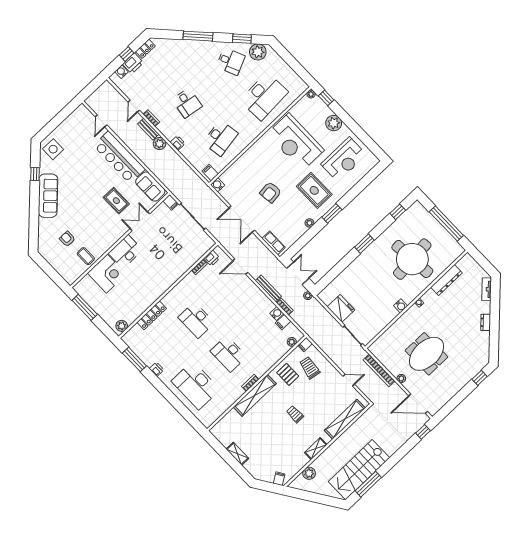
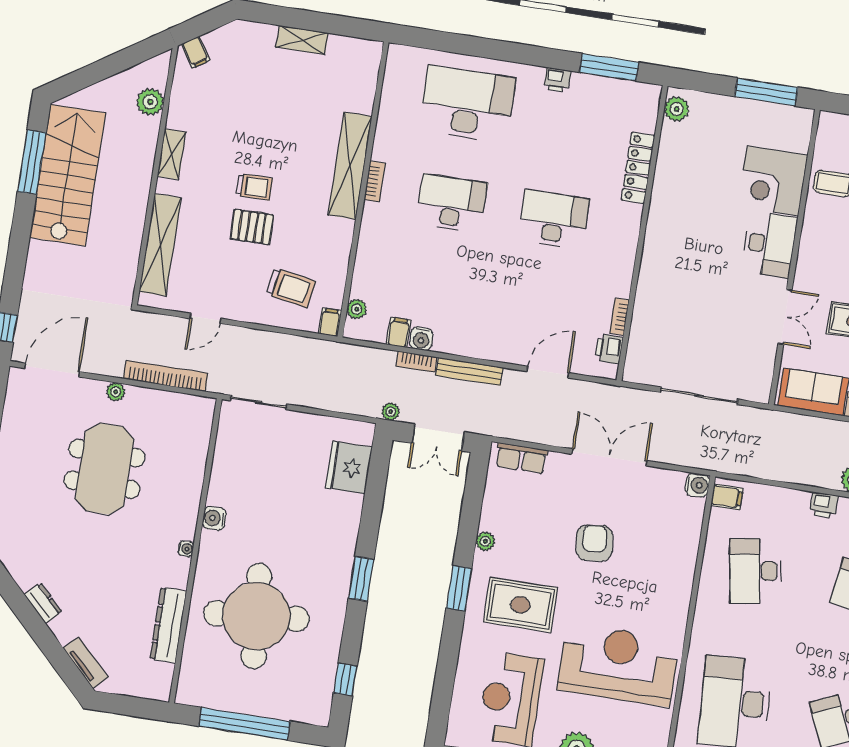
filing cabinet: (171, 202) -> (756, 391), removed
fridge: (341, 308) -> (349, 467), moved, turned 90
pallet: (288, 374) -> (252, 227), moved

